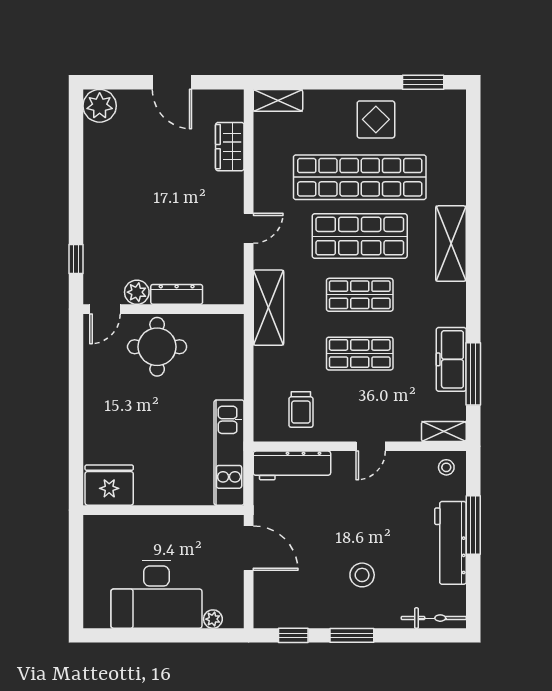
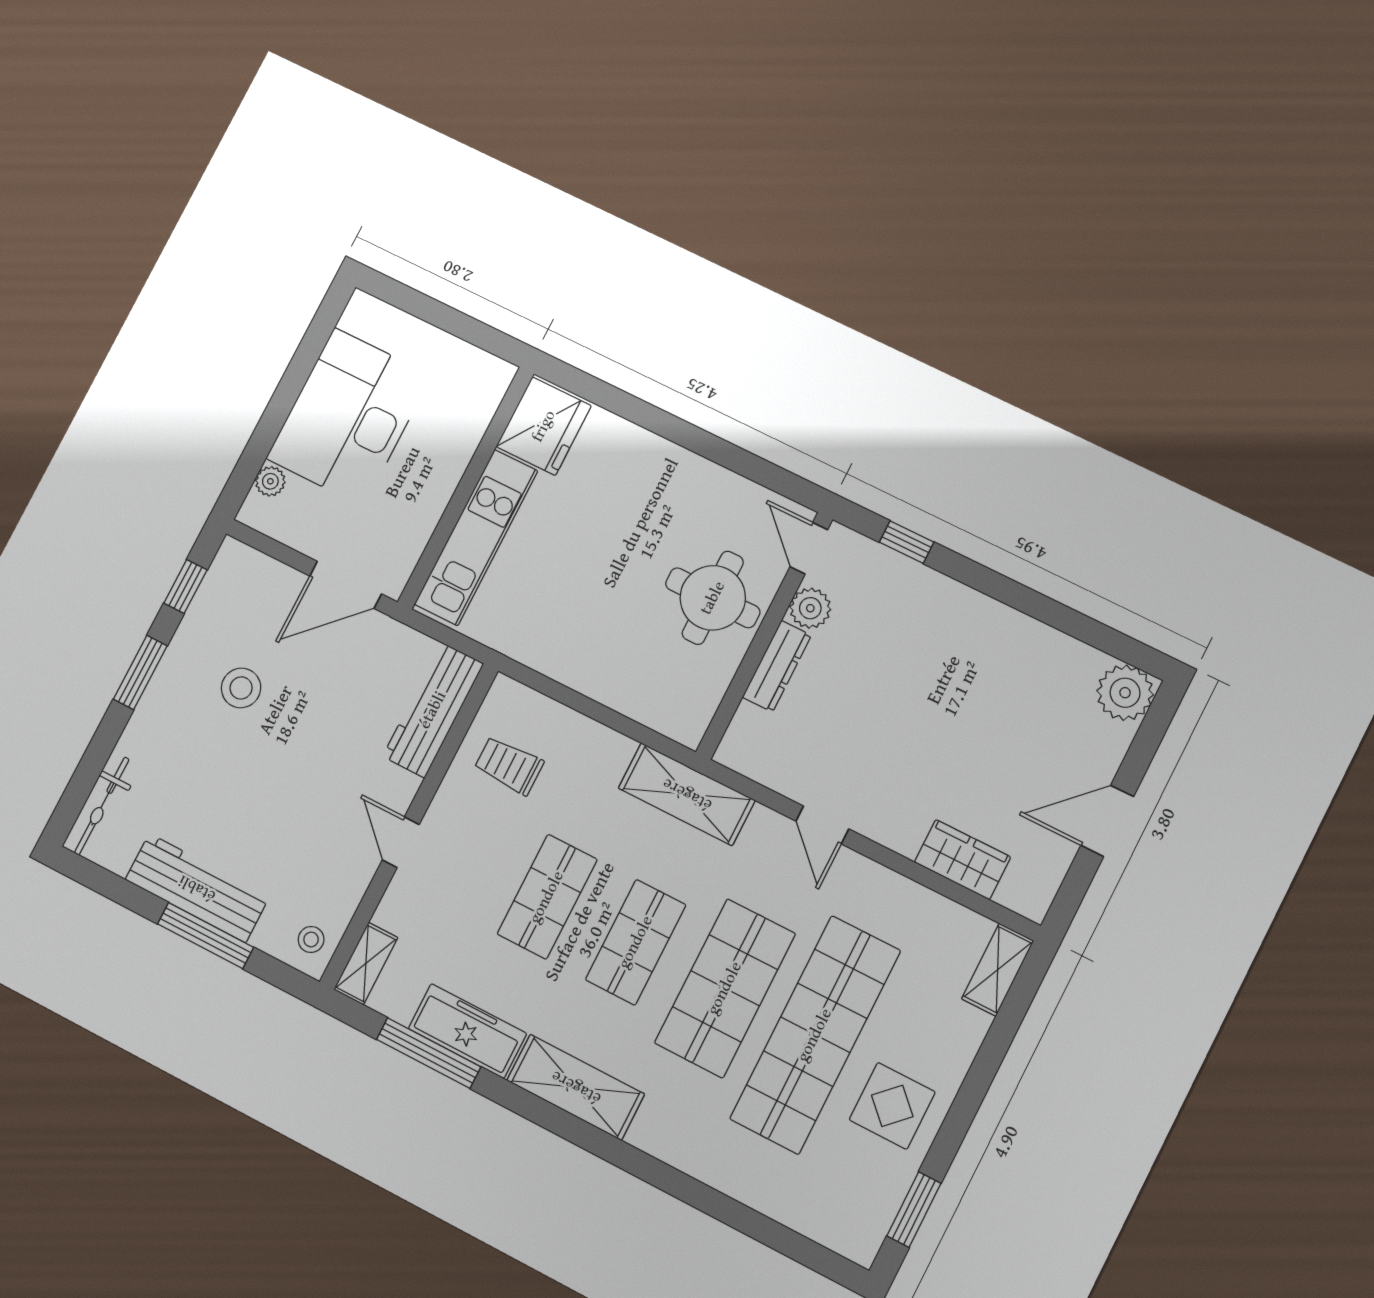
shelving: (451, 244) -> (576, 1087), moved
kitchen unit: (229, 453) -> (476, 537), moved, turned 90
stool: (362, 575) -> (241, 688), moved

